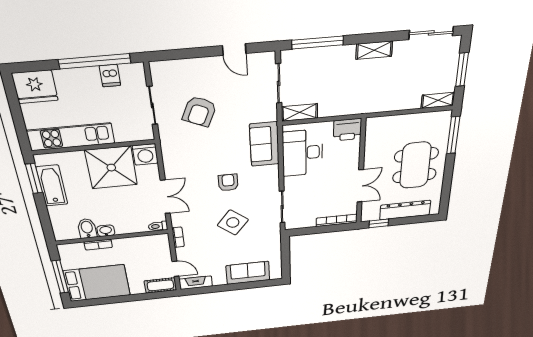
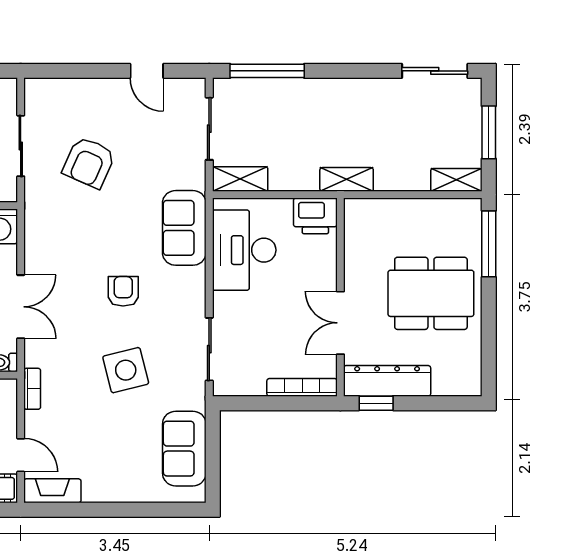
shelving: (374, 50) -> (347, 179), moved
dining table: (415, 165) -> (431, 293), turned 90
double door: (360, 186) -> (340, 323), swing flipped
dresser: (405, 210) -> (387, 381), moved
side table: (233, 222) -> (126, 370), turned 37
sofa: (248, 273) -> (184, 449), moved, turned -90

